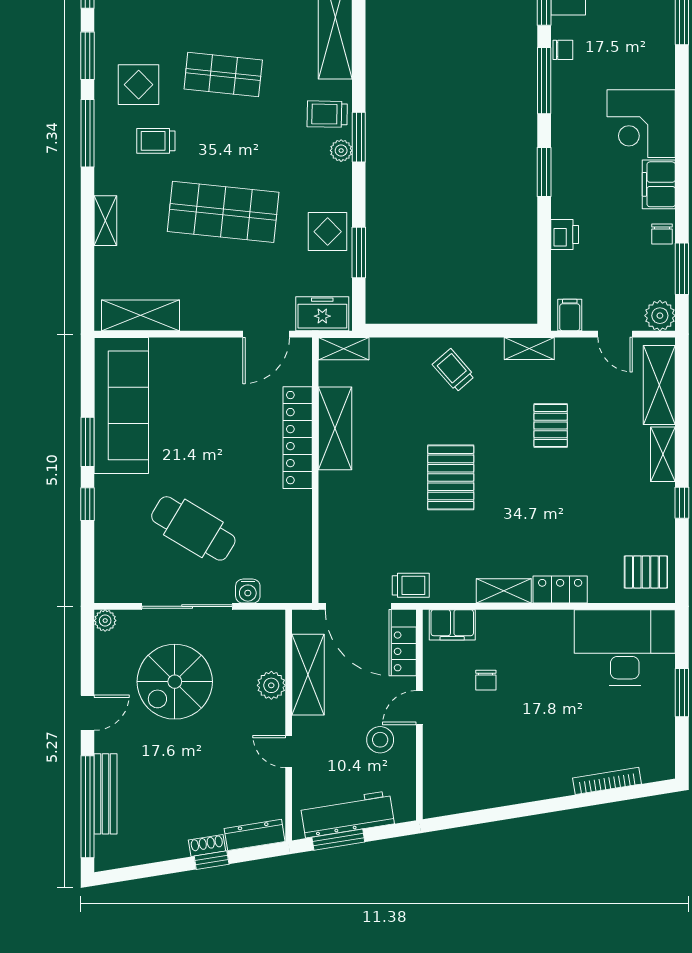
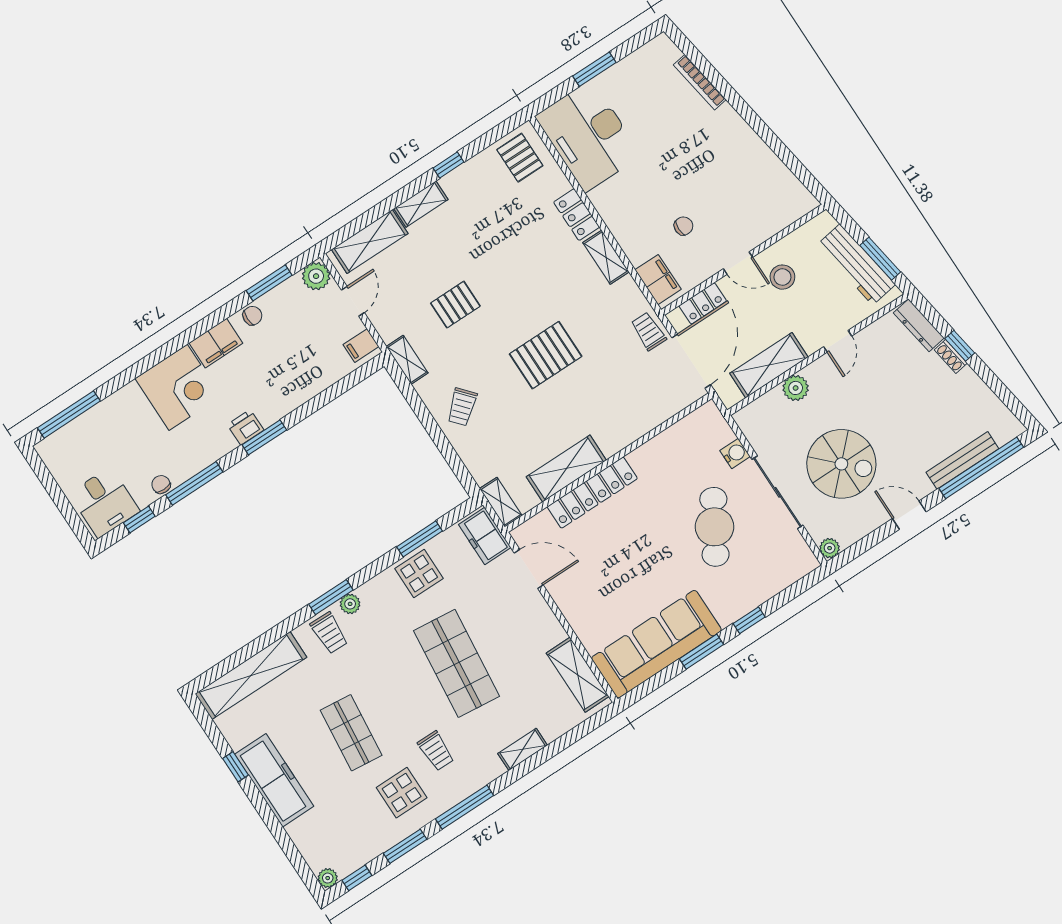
printer: (565, 235) -> (245, 427), moved

